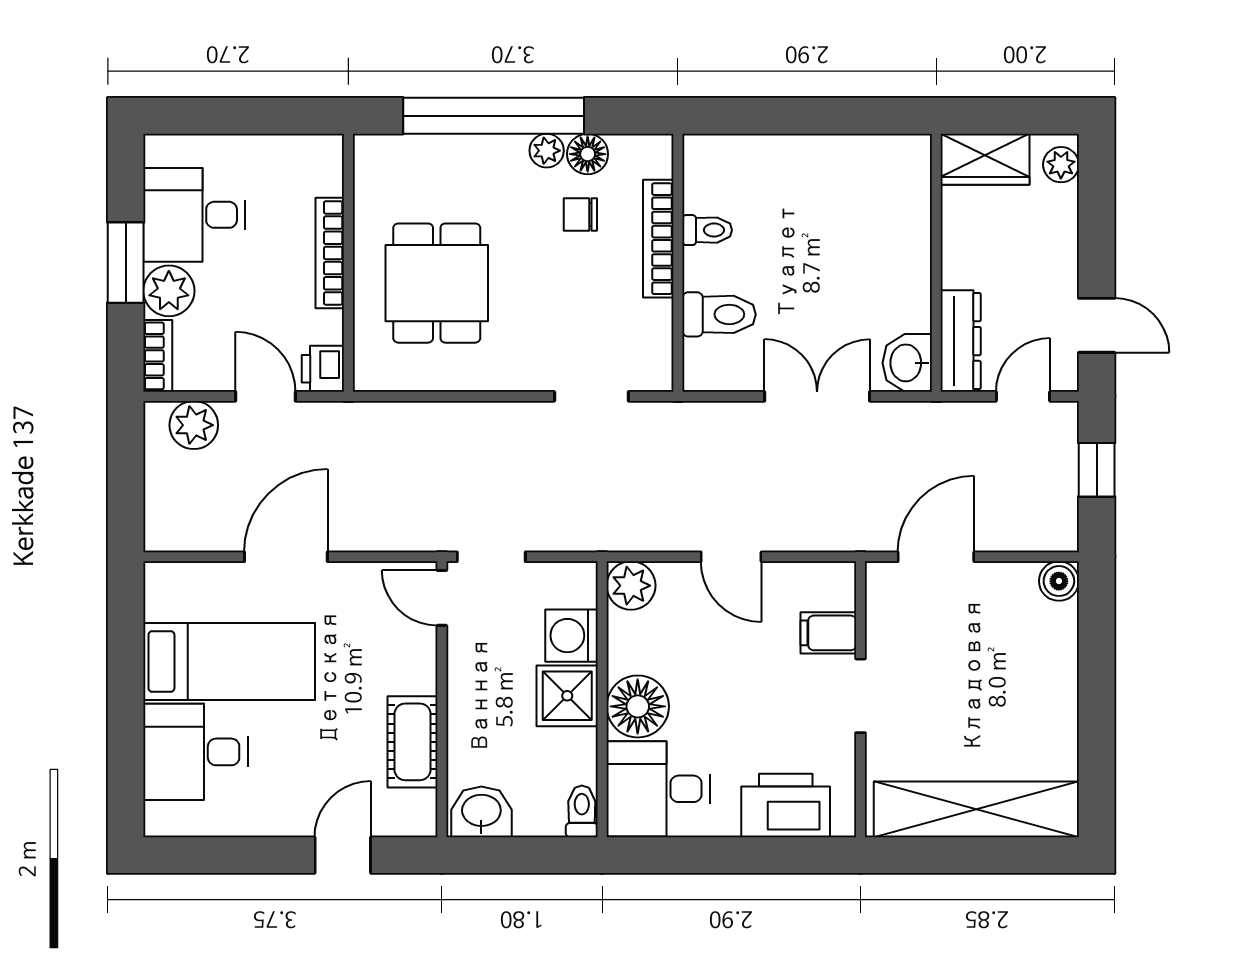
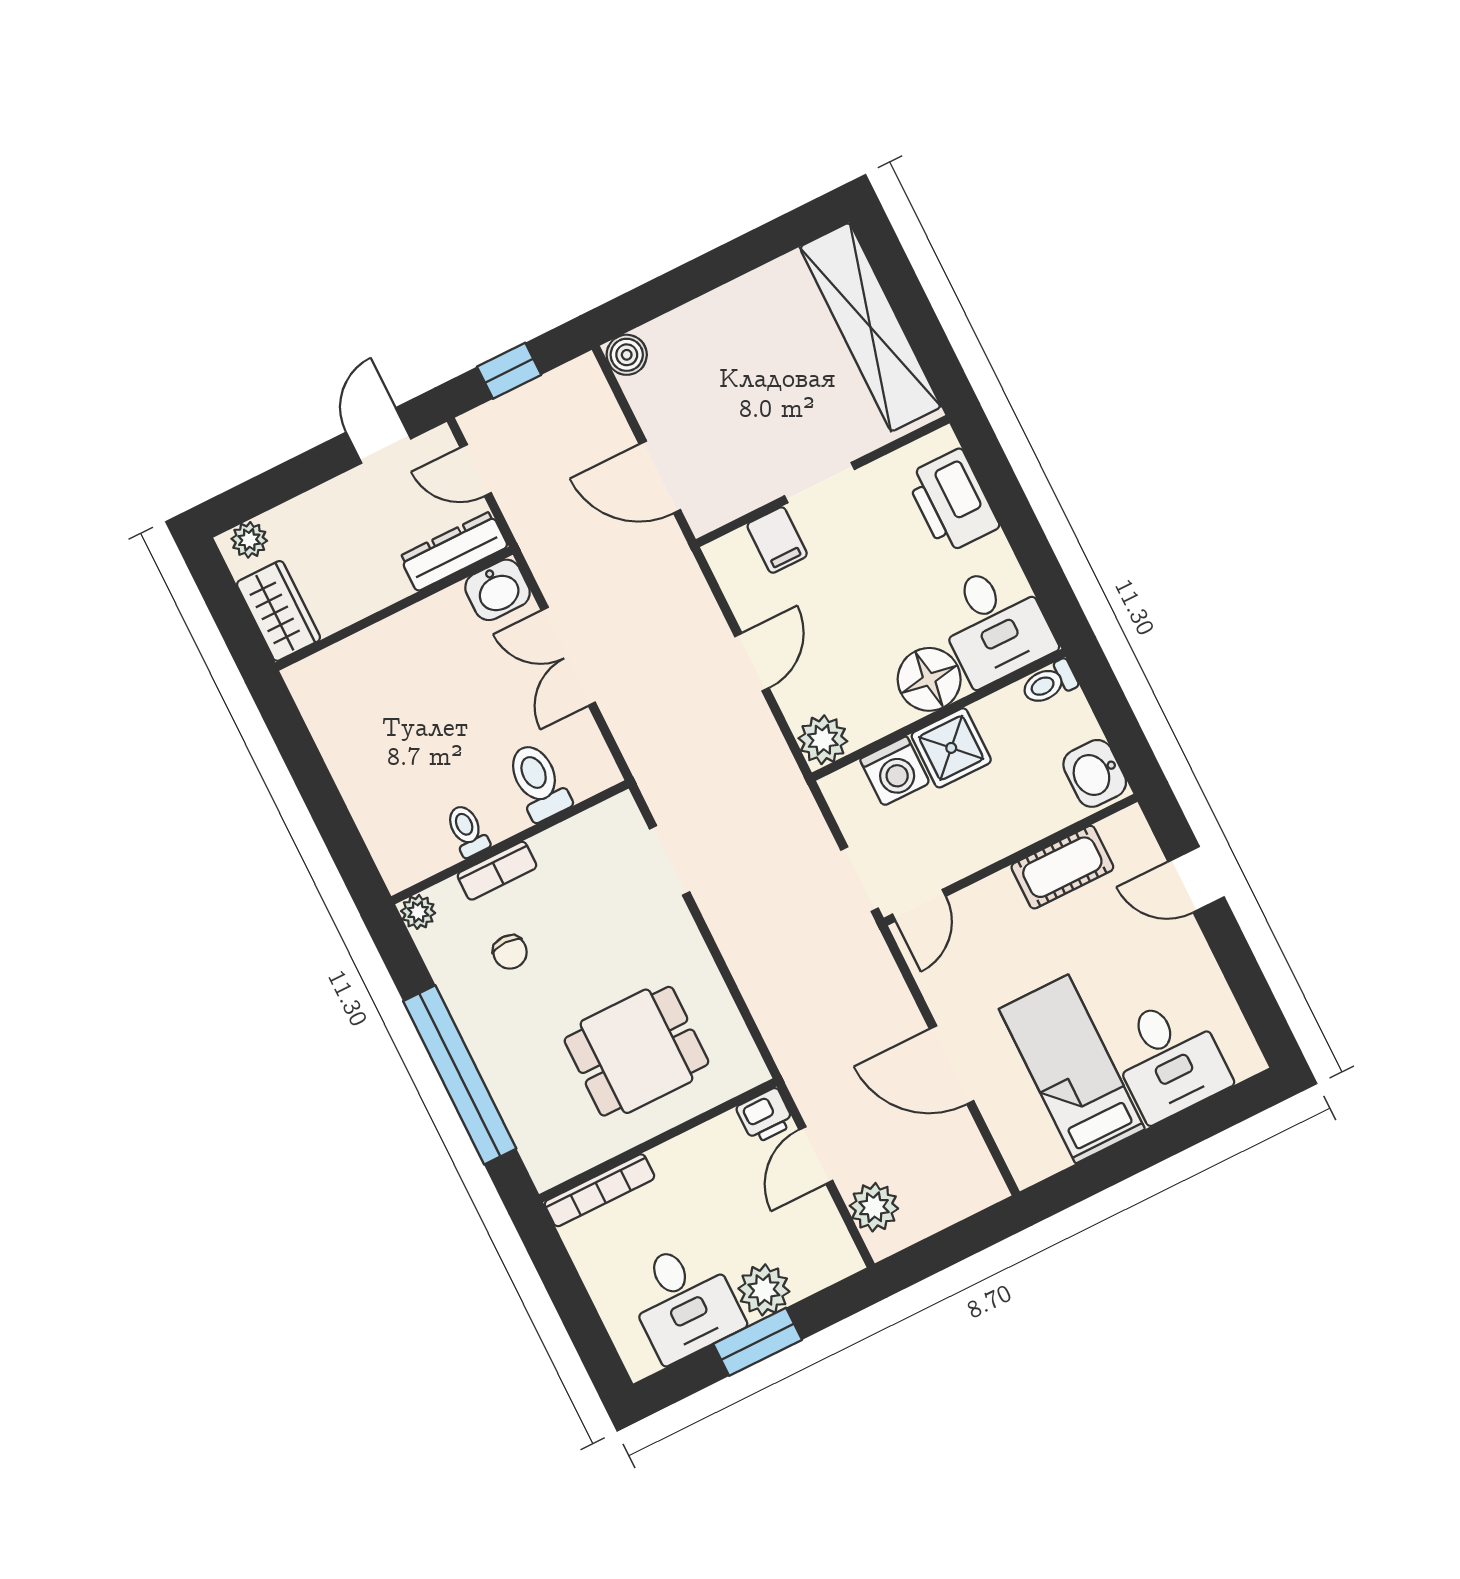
plant: (547, 151) -> (418, 912), moved
floor lamp: (588, 154) -> (452, 973), removed
bookcase: (658, 239) -> (497, 871), width x0.64
bookcase: (330, 253) -> (599, 1190), moved
bookcase: (158, 356) -> (828, 1271), removed

